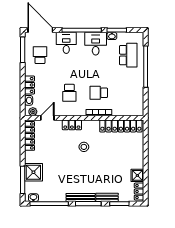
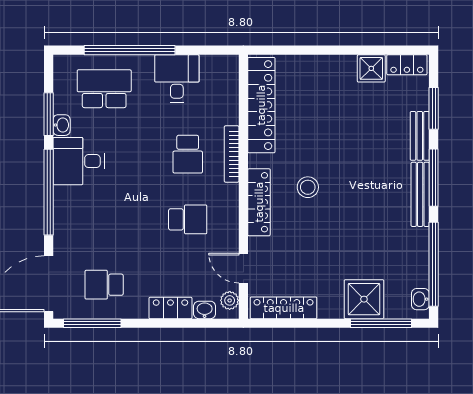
desk: (66, 43) -> (177, 78), moved, turned 90
locker: (72, 125) -> (259, 202), width x1.53

